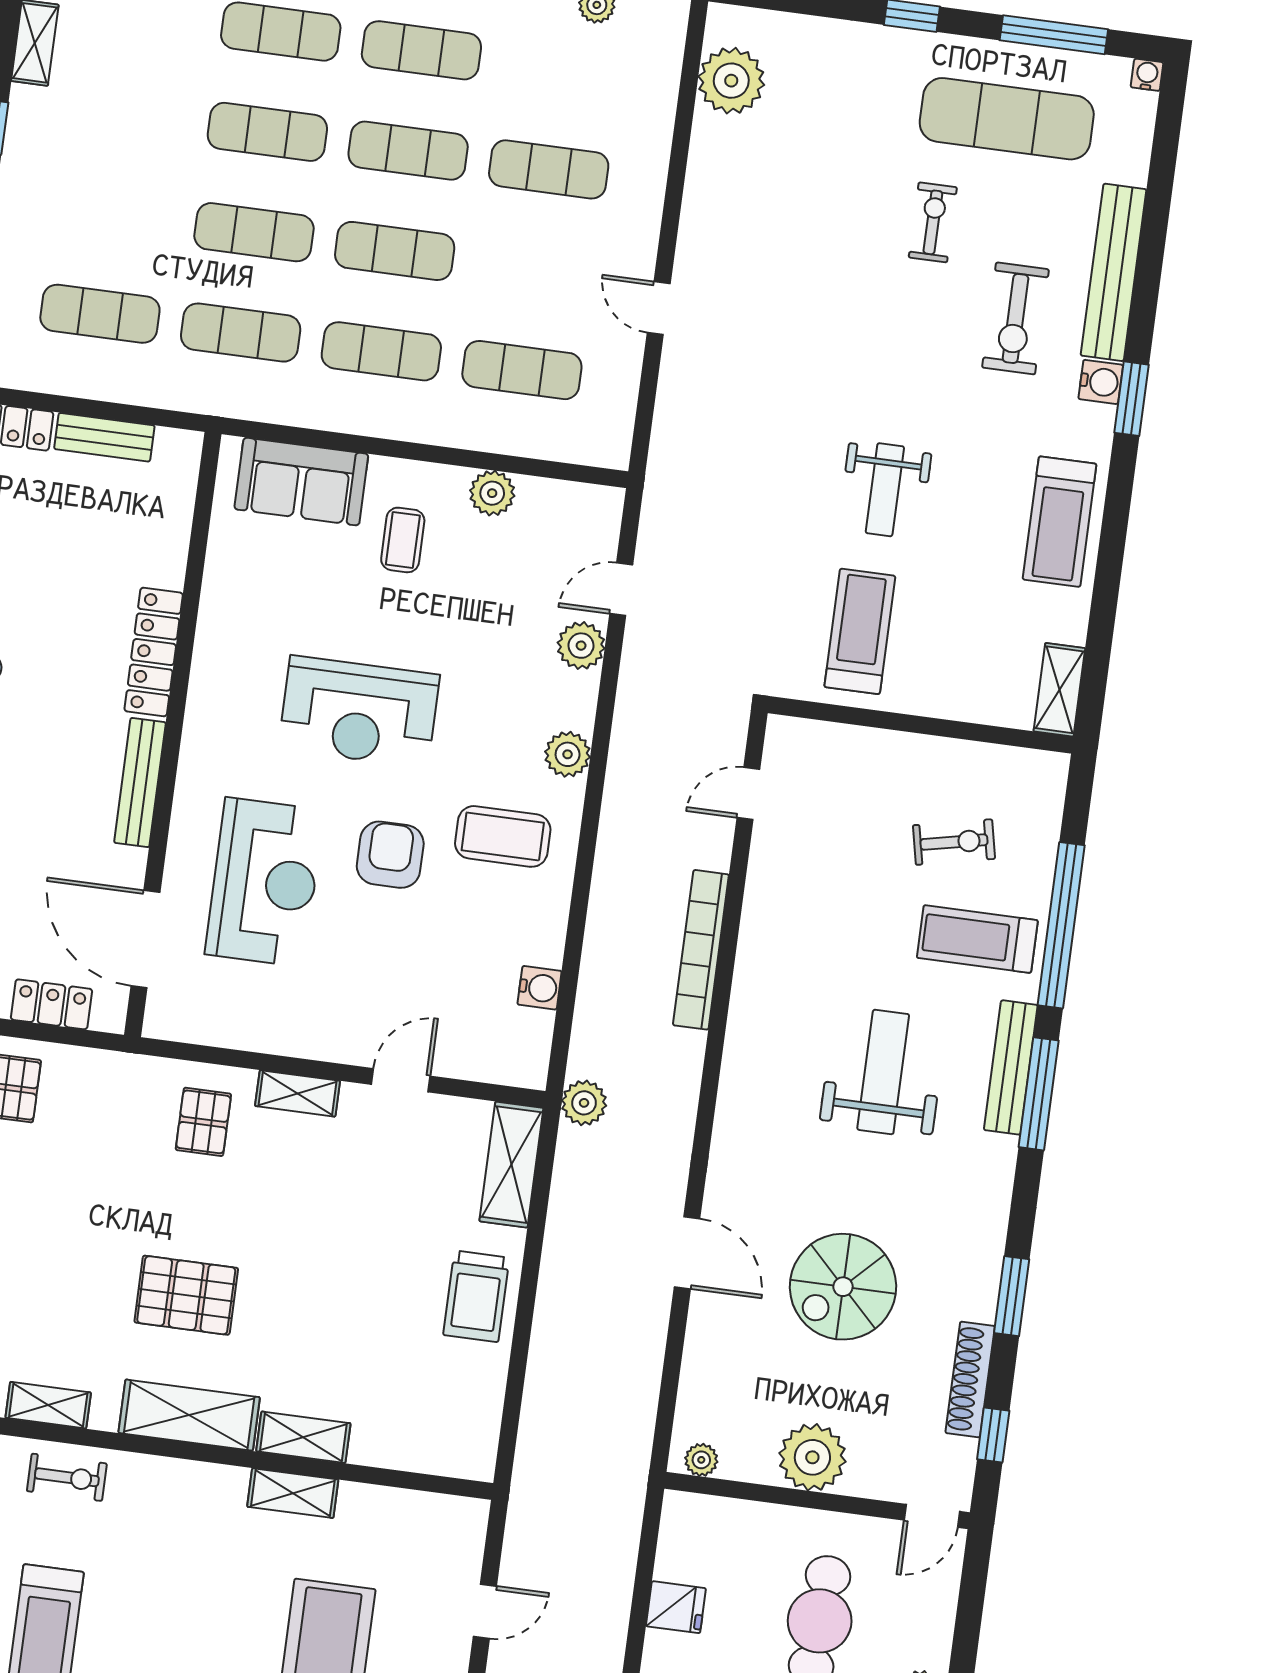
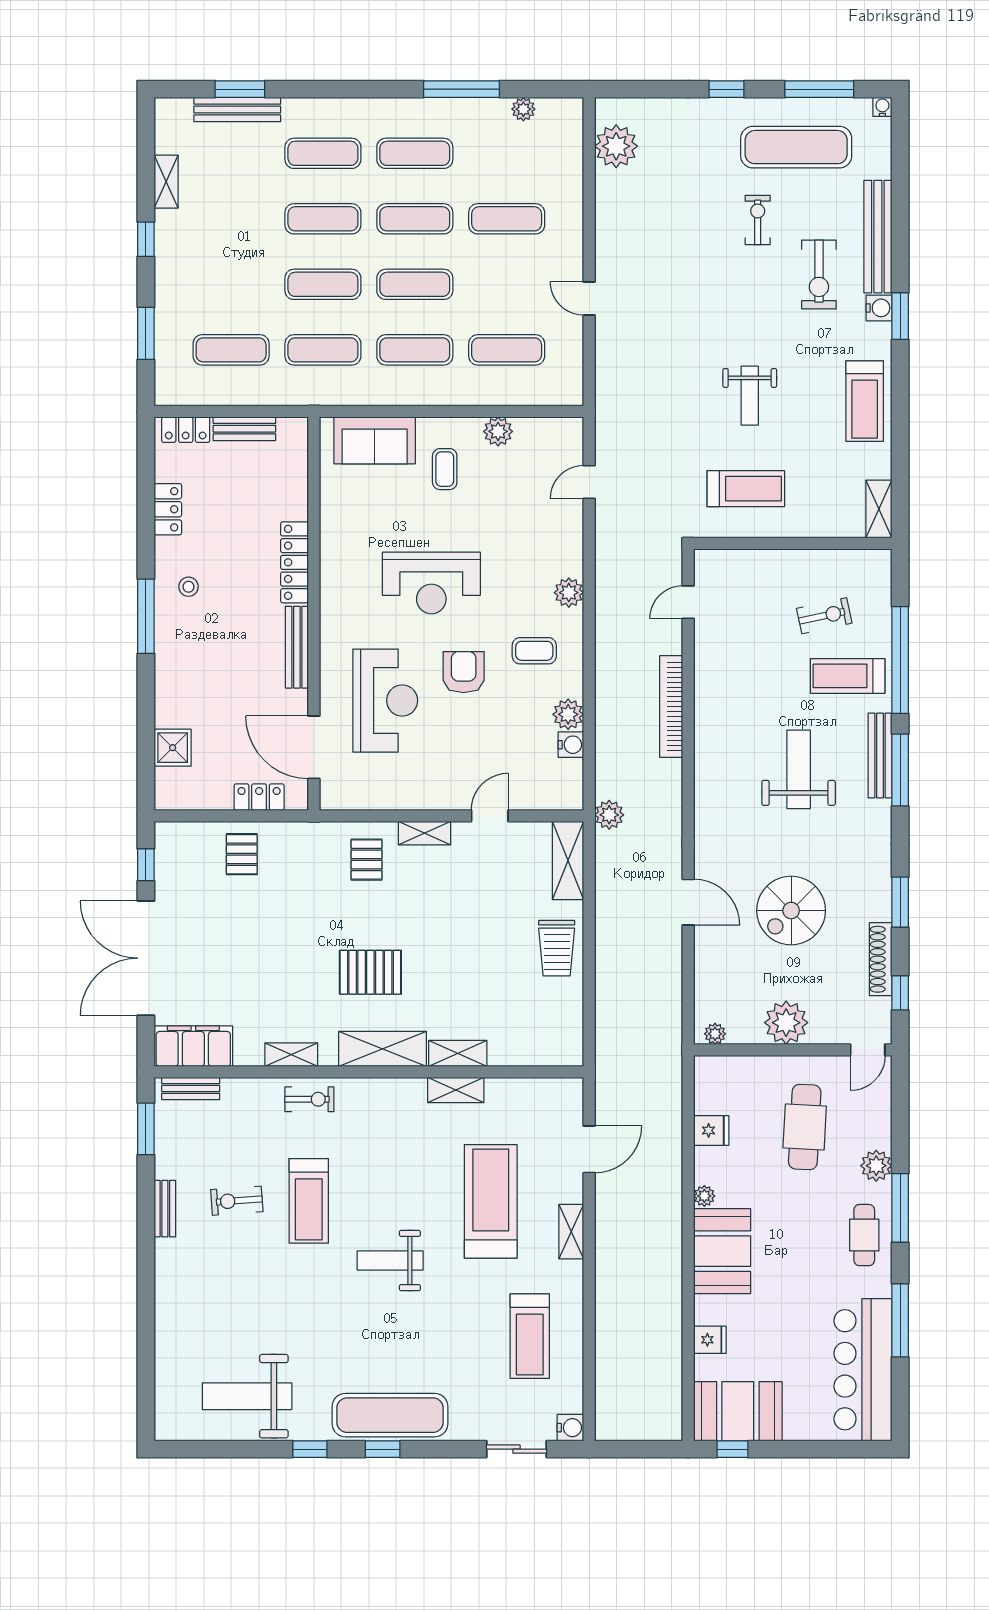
treadmill: (860, 631) -> (746, 489), turned 90
plant: (581, 646) -> (568, 714), moved
coffee table: (503, 836) -> (534, 651), width x0.73, depth x0.77
door: (485, 1611) -> (589, 1149), width x1.38

